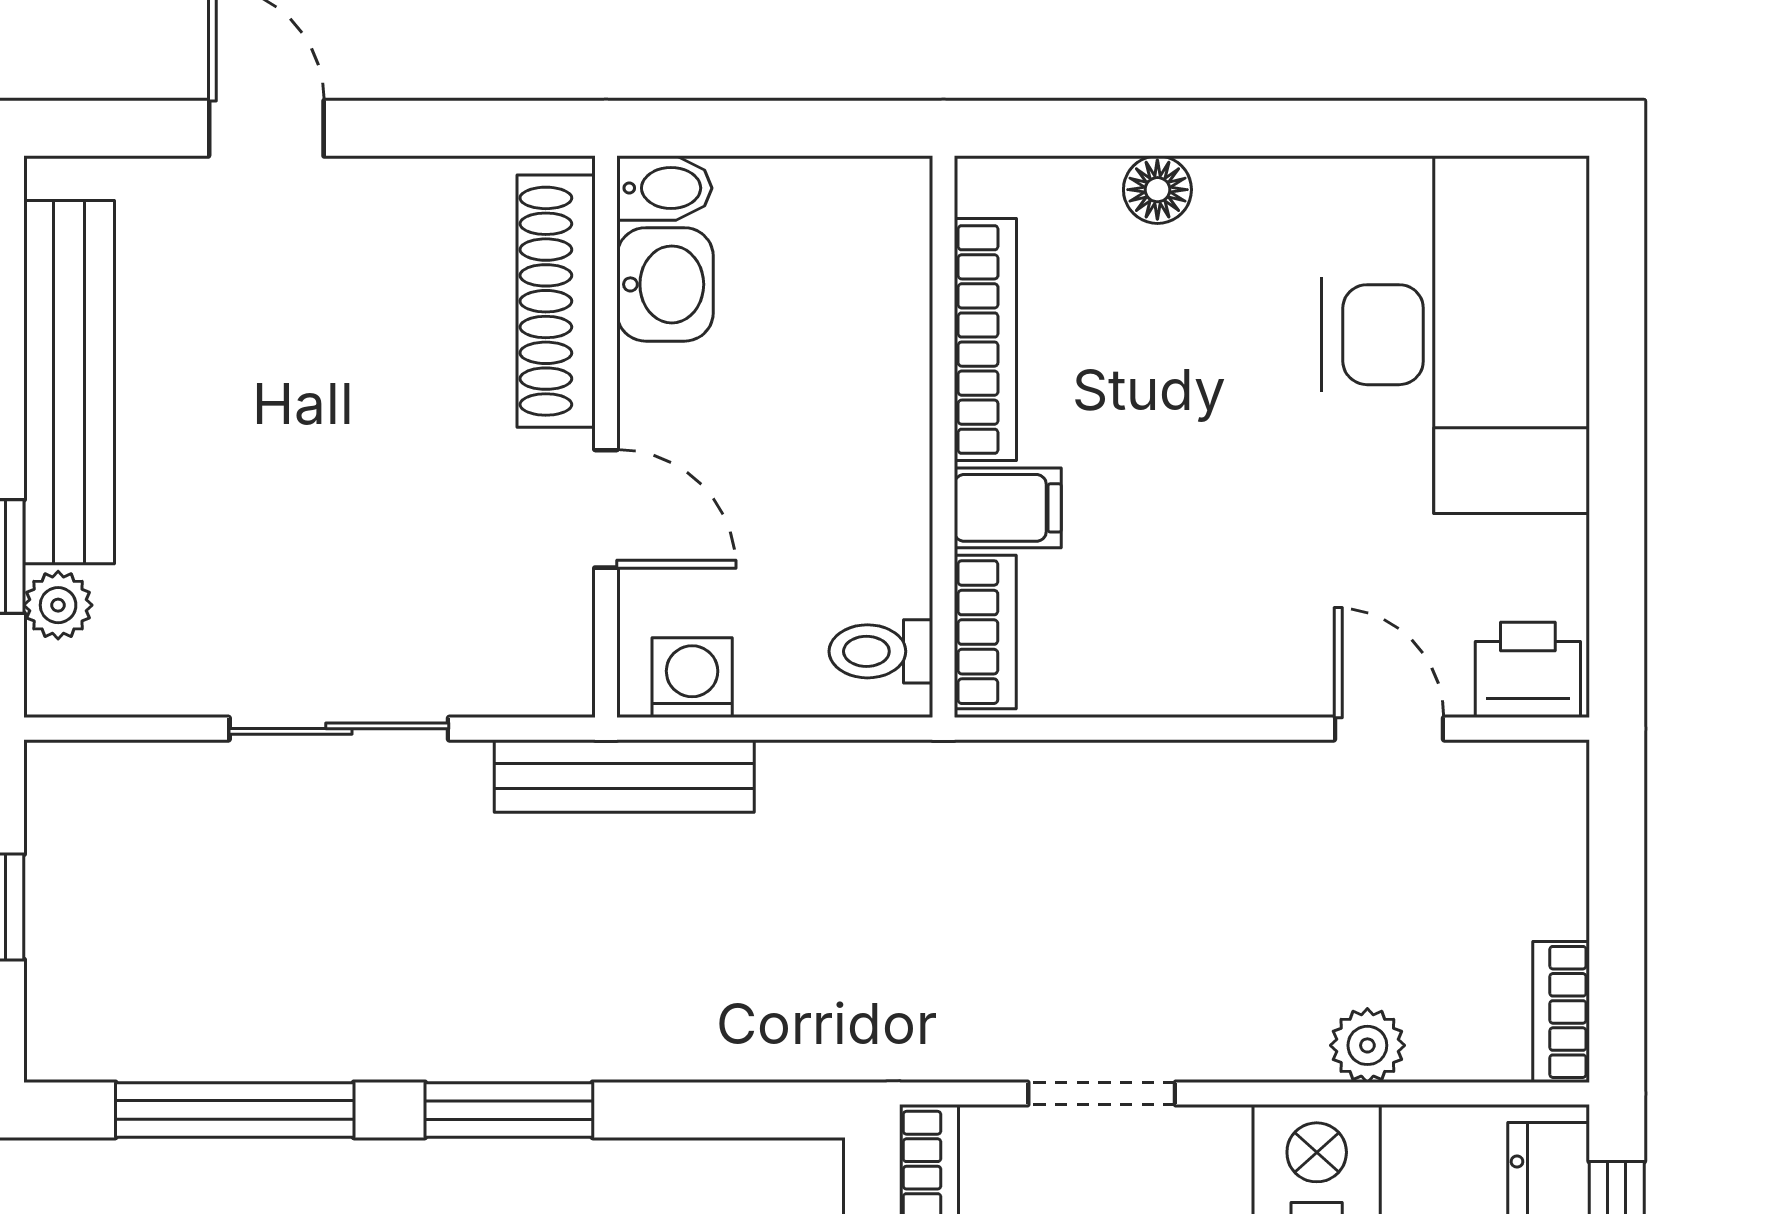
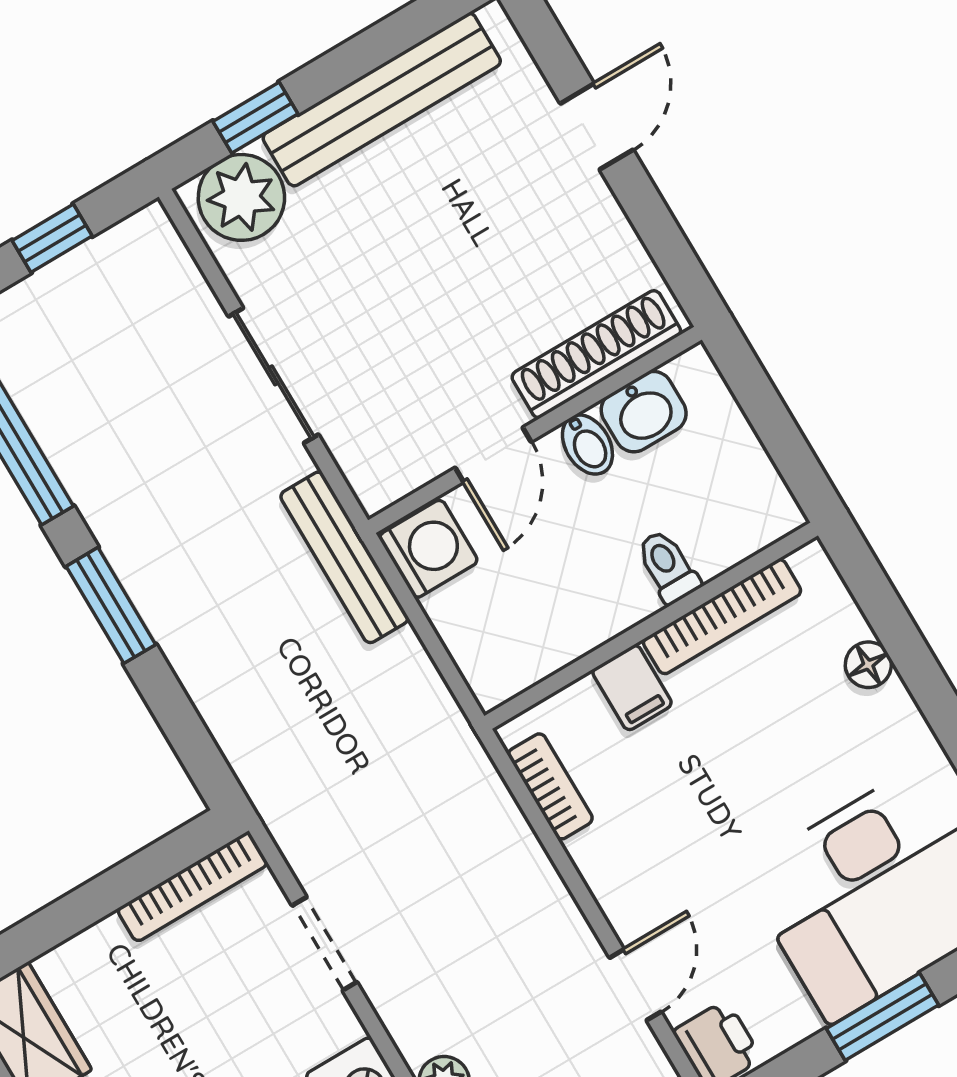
bidet: (664, 188) -> (587, 445), moved
window: (1617, 438) -> (882, 1017), added
plant: (58, 605) -> (241, 197), width x1.88, depth x1.88
bookcase: (985, 632) -> (550, 786), moved, turned -90
toilet: (881, 651) -> (668, 567), moved
washing machine: (692, 678) -> (428, 549), width x1.38, depth x1.38

